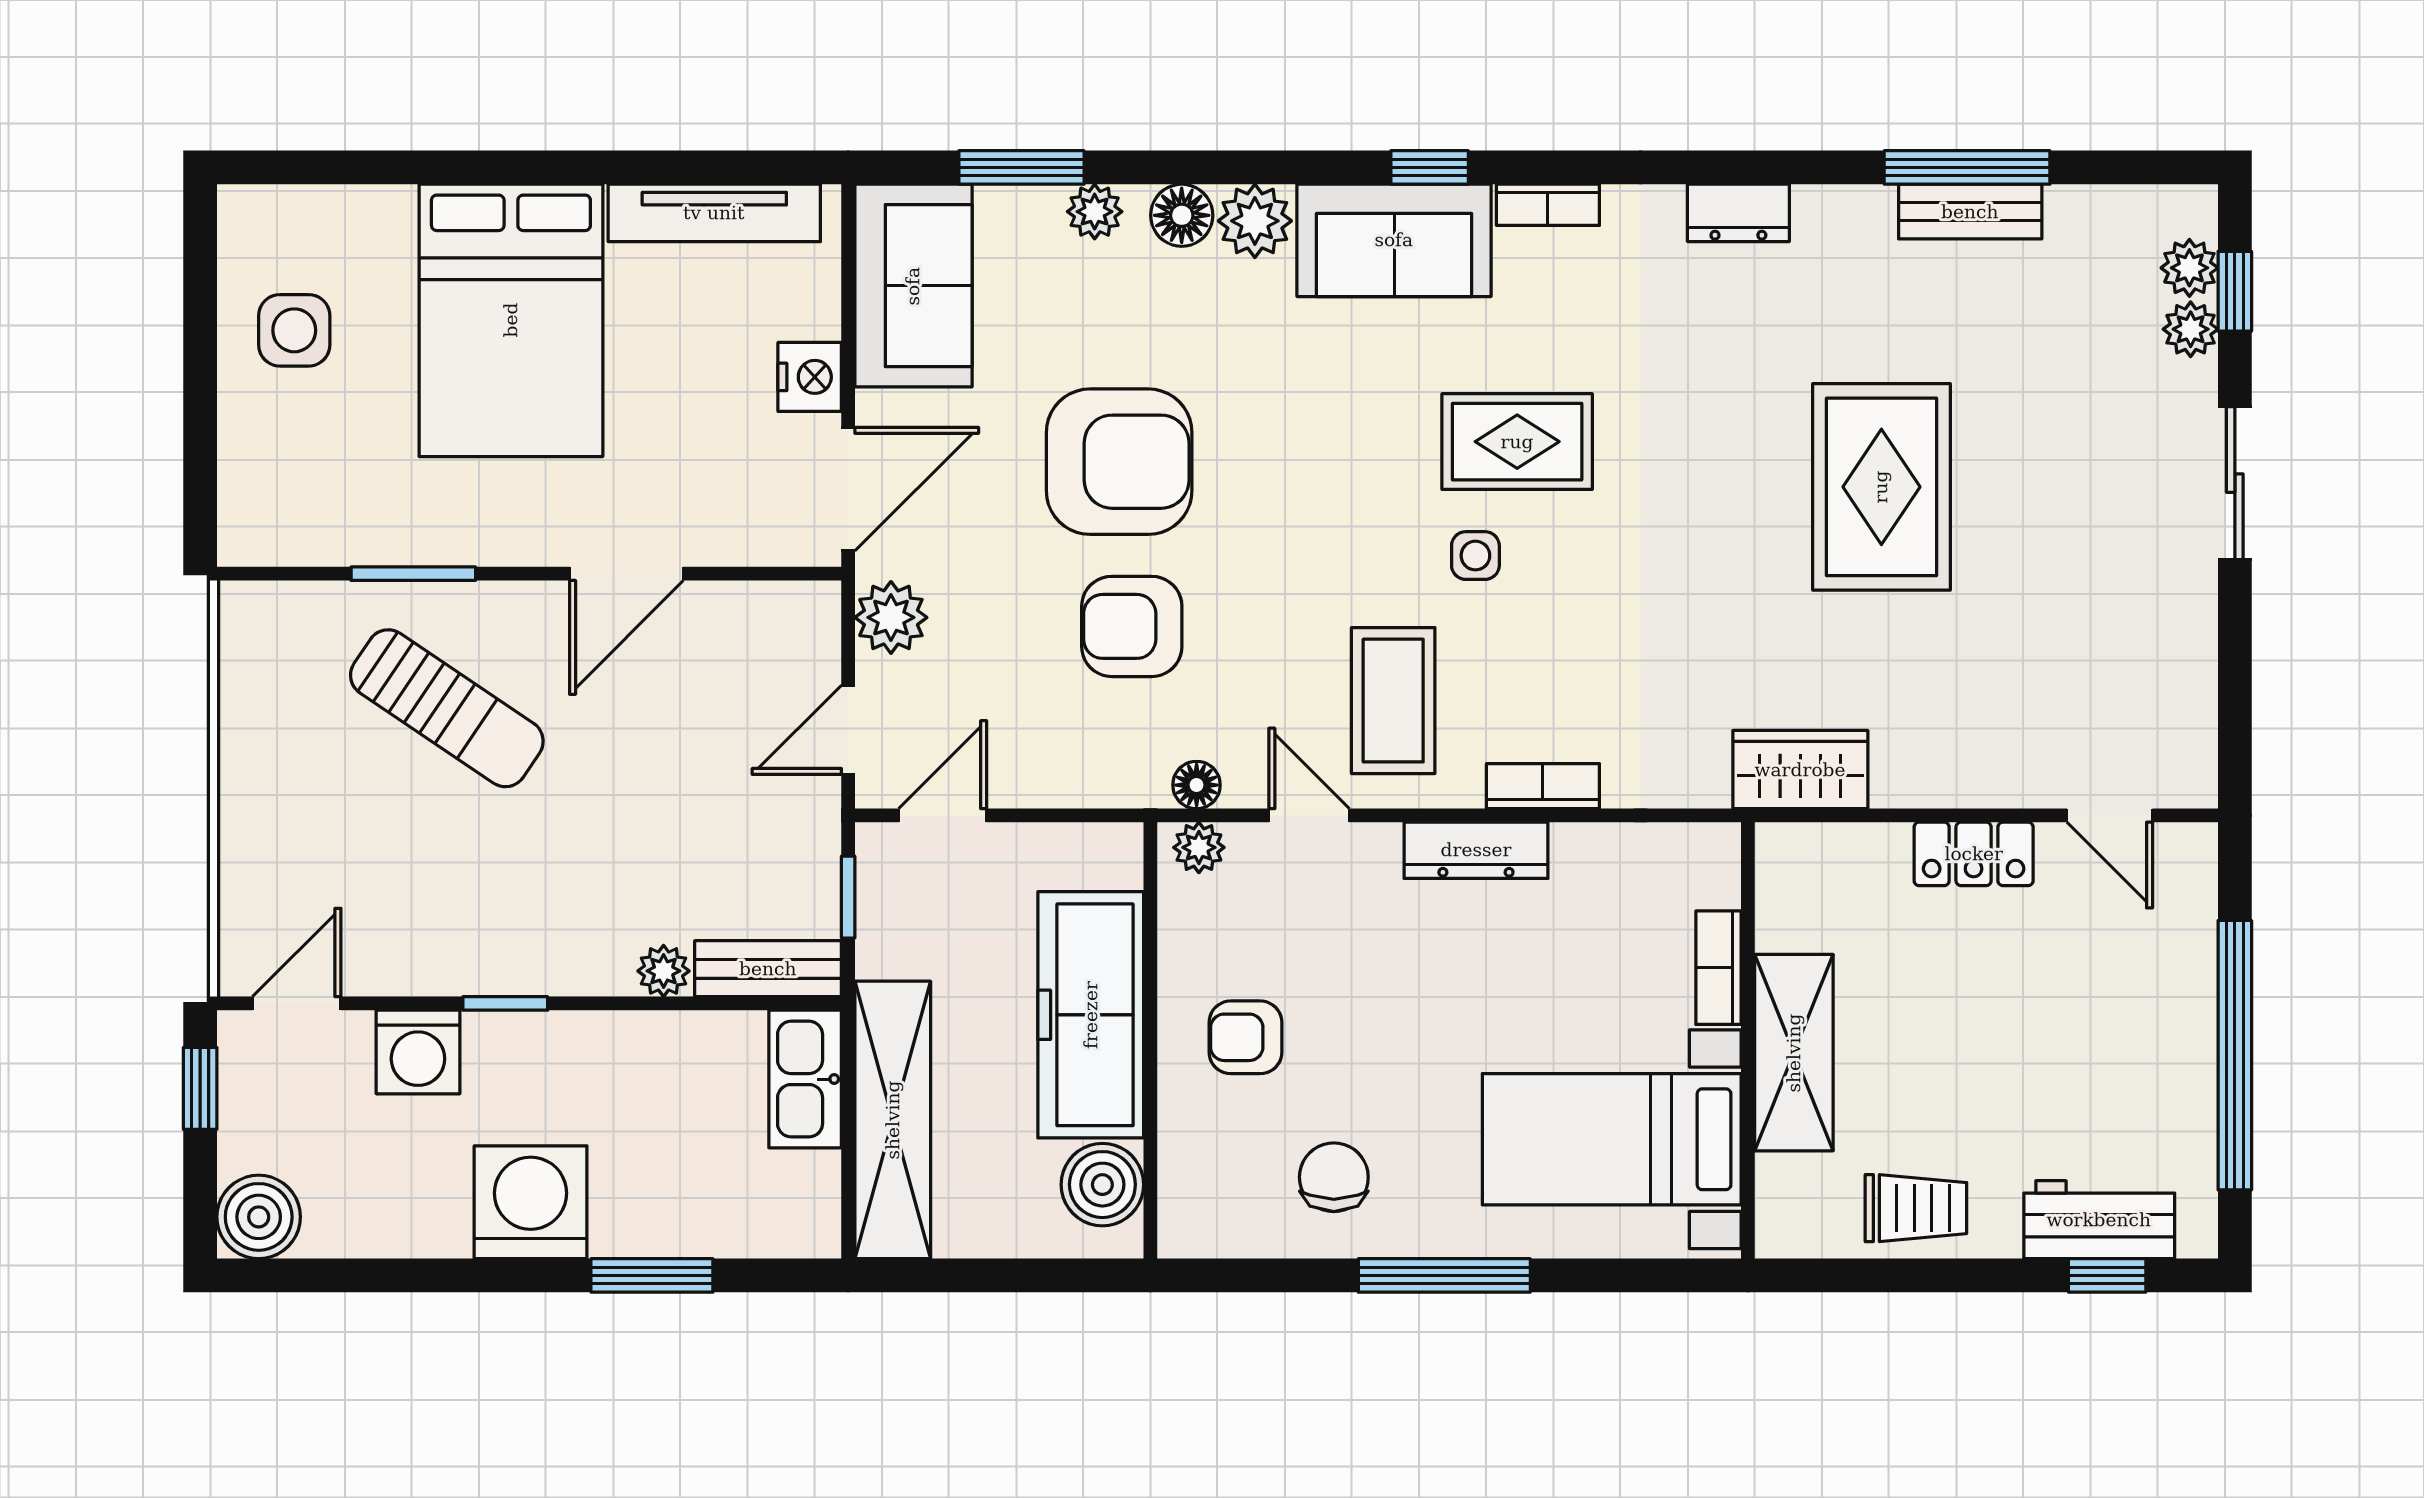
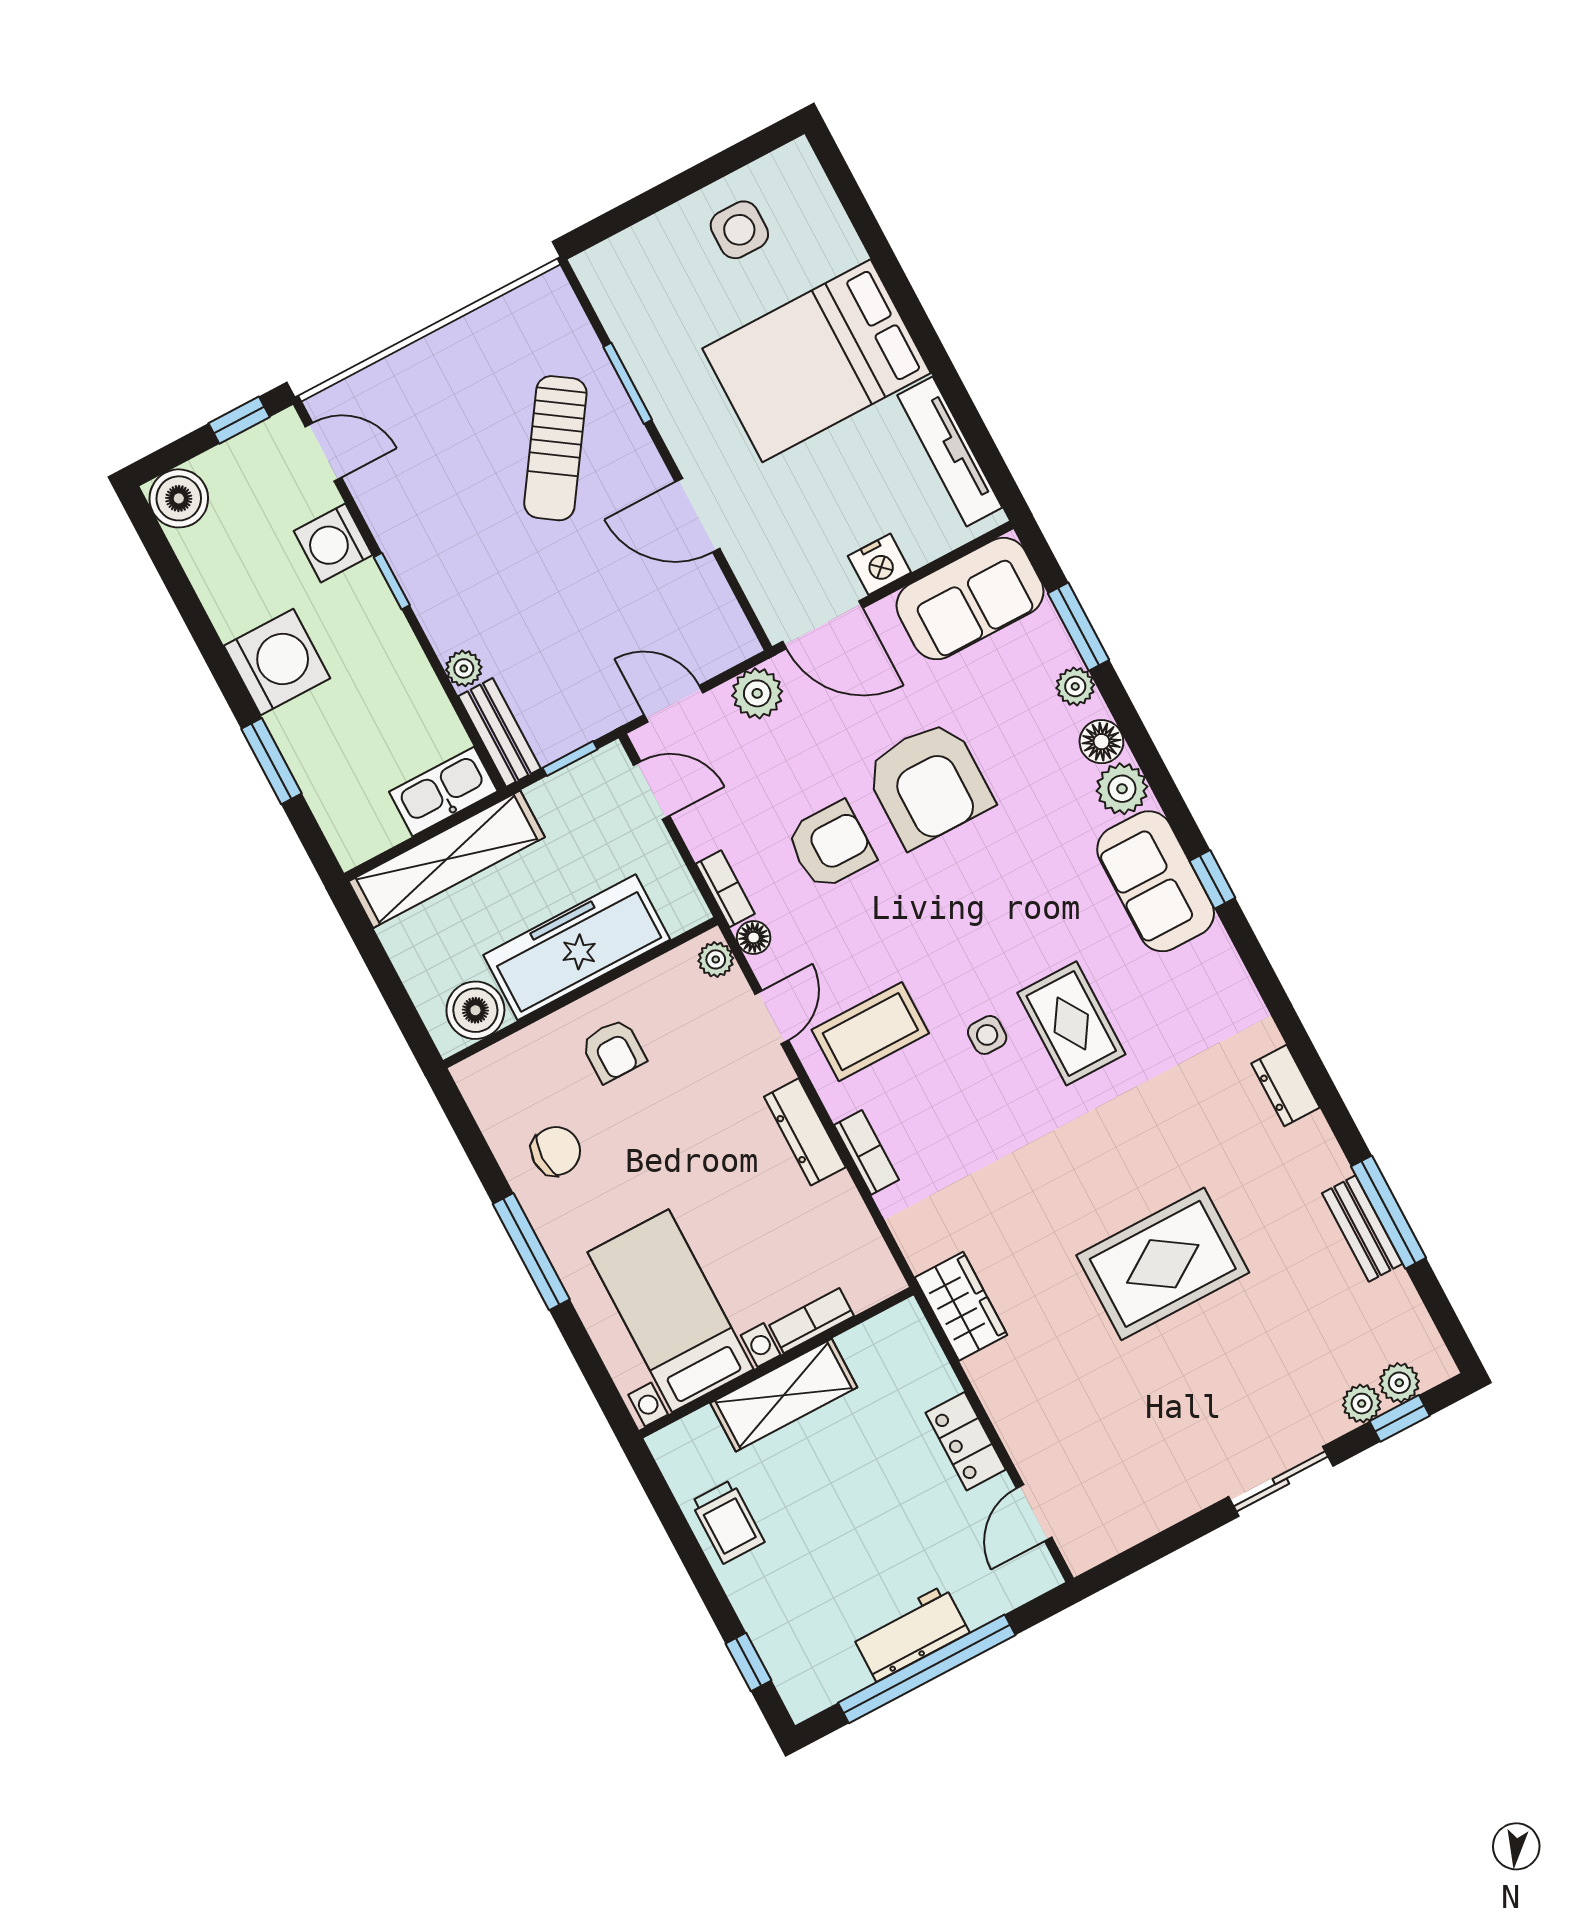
bookcase: (1548, 205) -> (725, 889), moved, turned 180
armchair: (1132, 626) -> (831, 845), turned 90
armchair: (1245, 1037) -> (613, 1051), turned 180
workbench: (2099, 1220) -> (910, 1633), moved, turned -90

